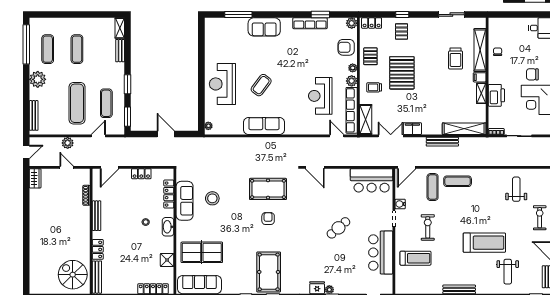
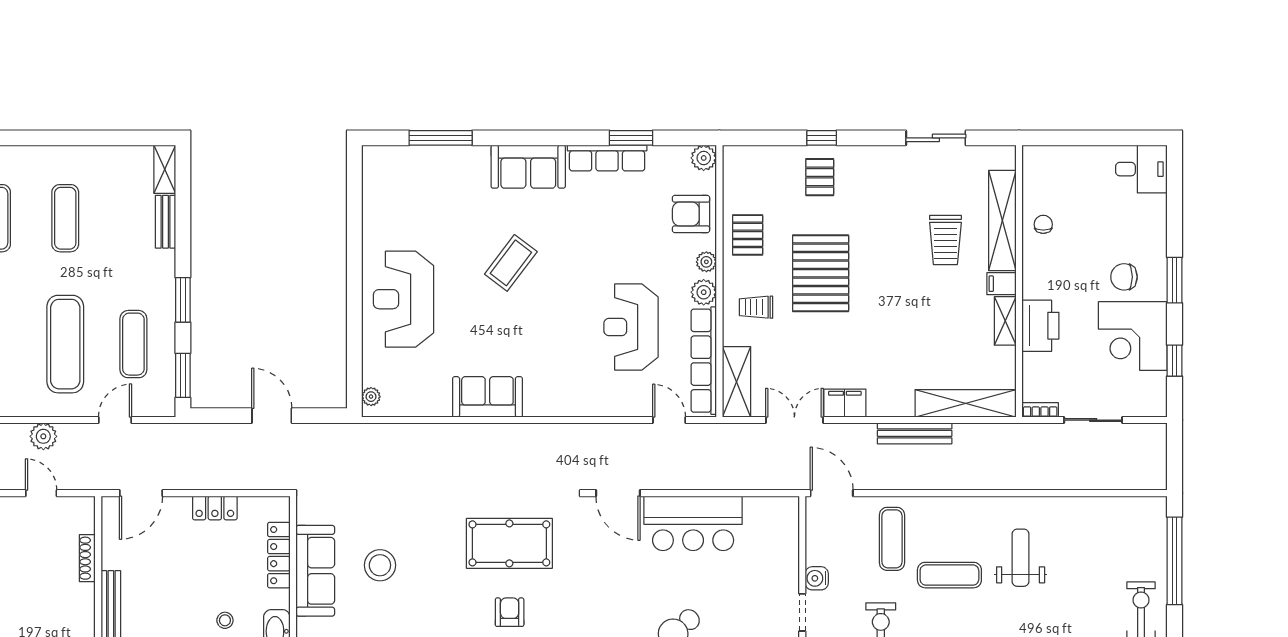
locker: (372, 23) -> (750, 158), removed
sofa: (264, 27) -> (528, 167), moved
coffee table: (261, 85) -> (511, 263), moved
sofa: (264, 126) -> (487, 397), width x0.73
door: (407, 167) -> (832, 493), swing flipped
bar counter: (372, 180) -> (693, 523), moved
exercise mat: (458, 181) -> (949, 575), moved
weight bench: (516, 189) -> (1021, 558), moved

